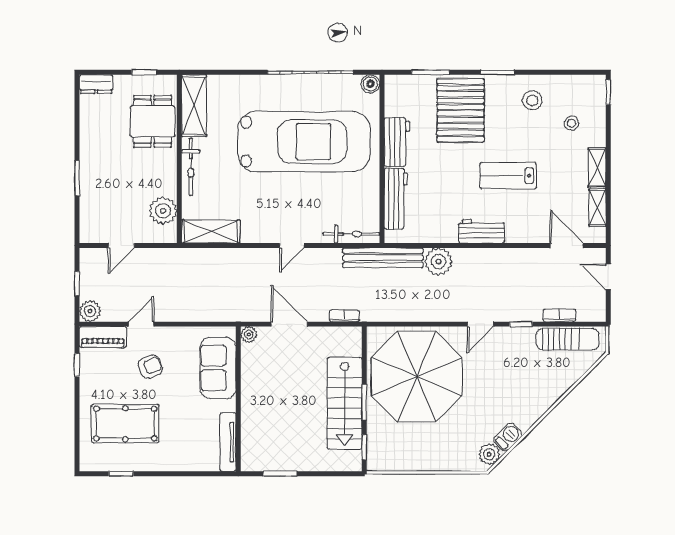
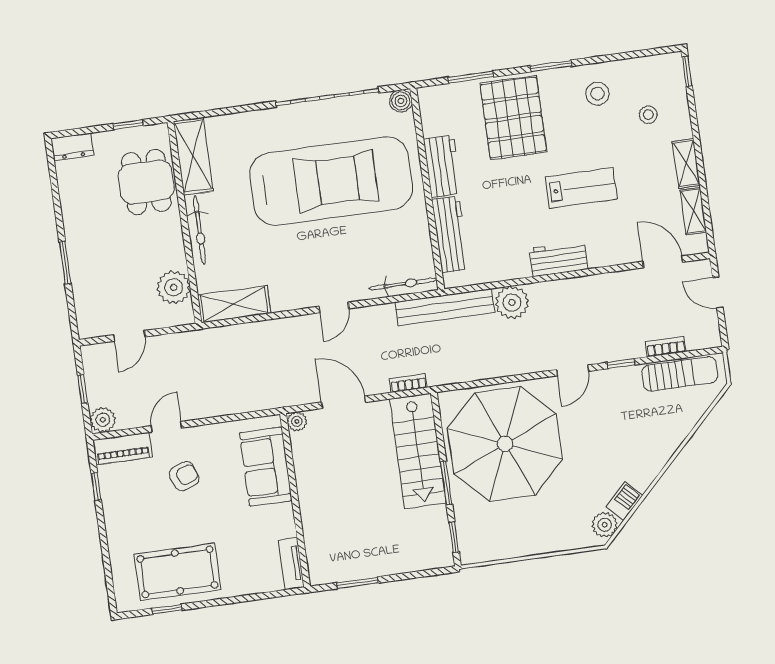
lab bench: (508, 176) -> (581, 188), turned 180
stairs: (345, 403) -> (418, 451), moved
pool table: (125, 424) -> (177, 572), moved
tv unit: (228, 442) -> (291, 564), width x0.71

